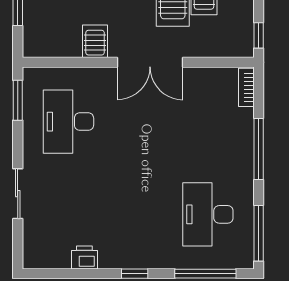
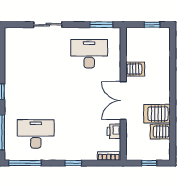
window: (259, 35) -> (149, 163), moved
window: (259, 149) -> (73, 163), width x0.46
printer: (84, 257) -> (114, 131), moved, turned 180

